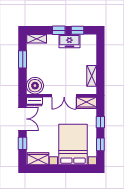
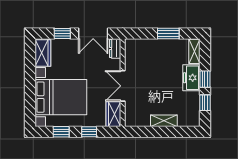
freezer: (69, 41) -> (191, 78), moved
shelving: (92, 76) -> (164, 121), moved
boiler: (35, 86) -> (135, 49), removed

